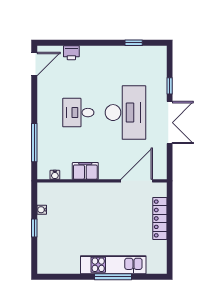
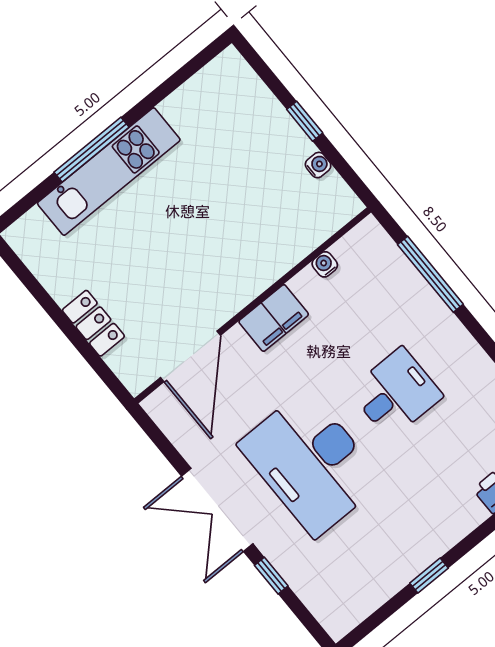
window: (134, 43) -> (429, 576), moved
filing cabinet: (85, 171) -> (274, 318), moved
water cooler: (55, 175) -> (325, 264), moved
locker: (160, 218) -> (93, 323), width x0.66

